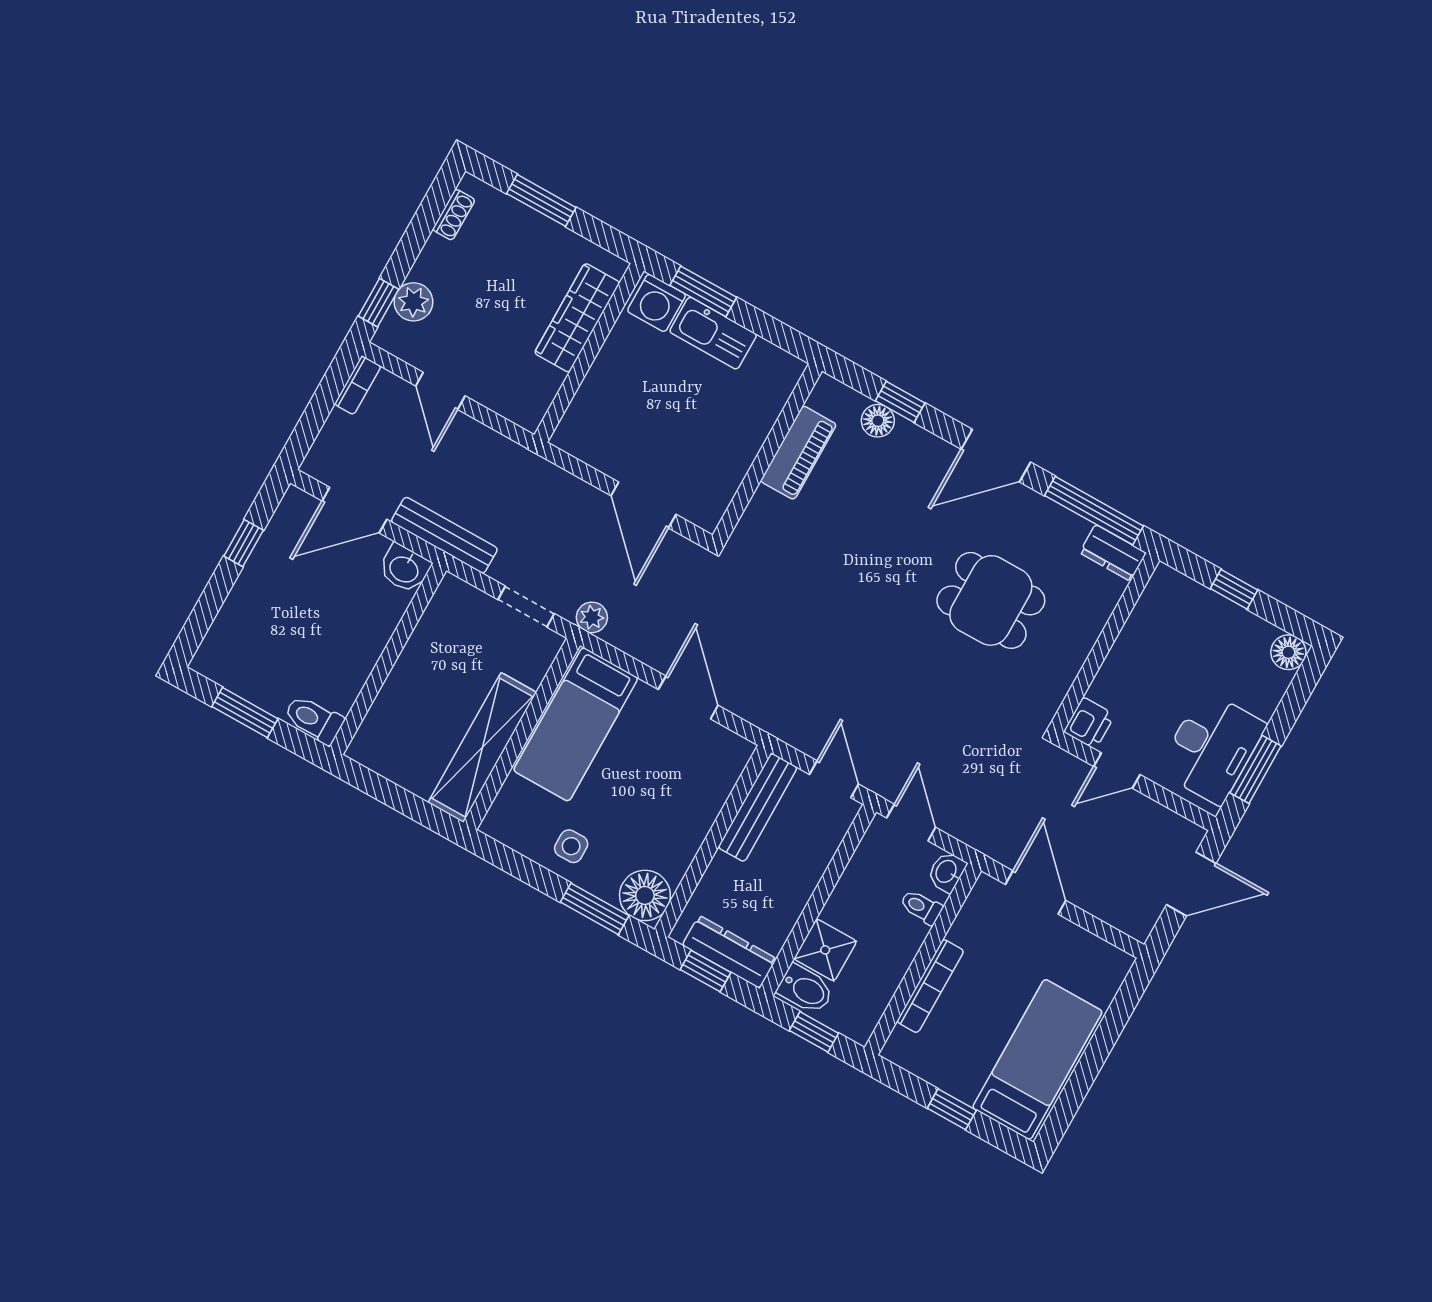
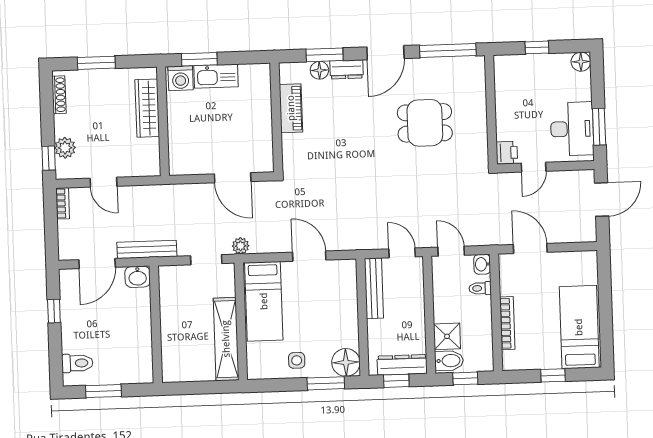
shoe rack: (454, 215) -> (59, 95), width x1.43
window: (900, 402) -> (325, 55), width x1.50
dresser: (1113, 553) -> (347, 69), moved
toilet: (314, 719) -> (77, 363), moved, turned 180

